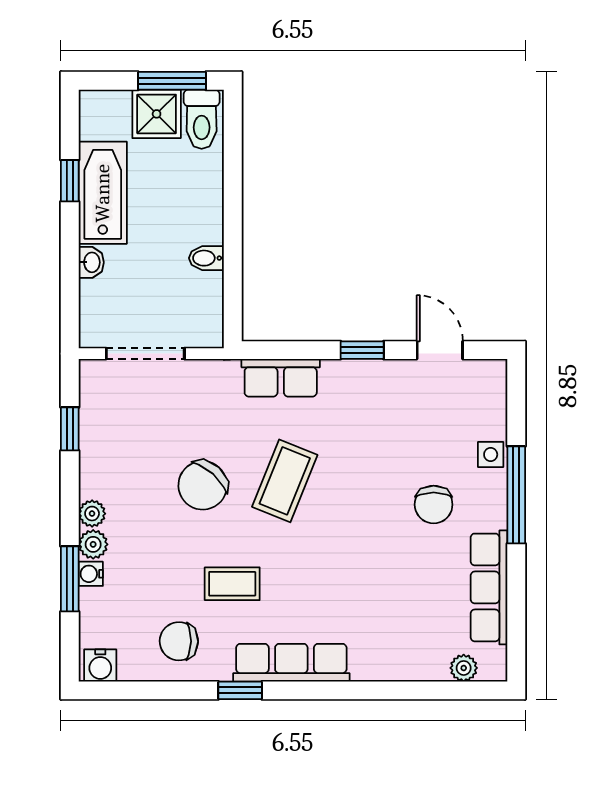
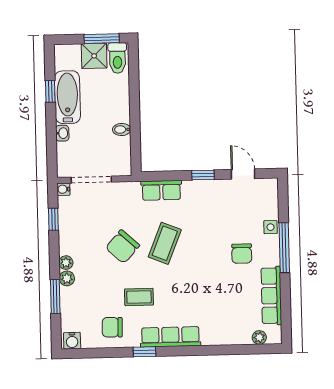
water cooler: (91, 574) -> (63, 189), moved

